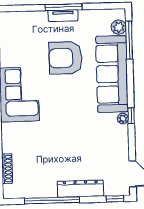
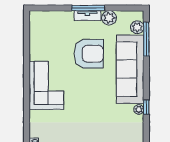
plant: (87, 17) -> (109, 18), added
armchair: (65, 58) -> (89, 54), turned 180

